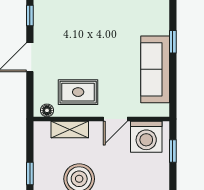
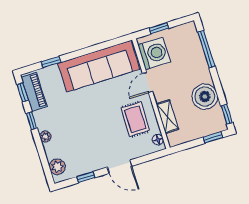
window: (173, 42) -> (51, 62), moved
sofa: (155, 69) -> (99, 66), width x1.36, depth x1.27
door: (115, 119) -> (148, 82), swing flipped

